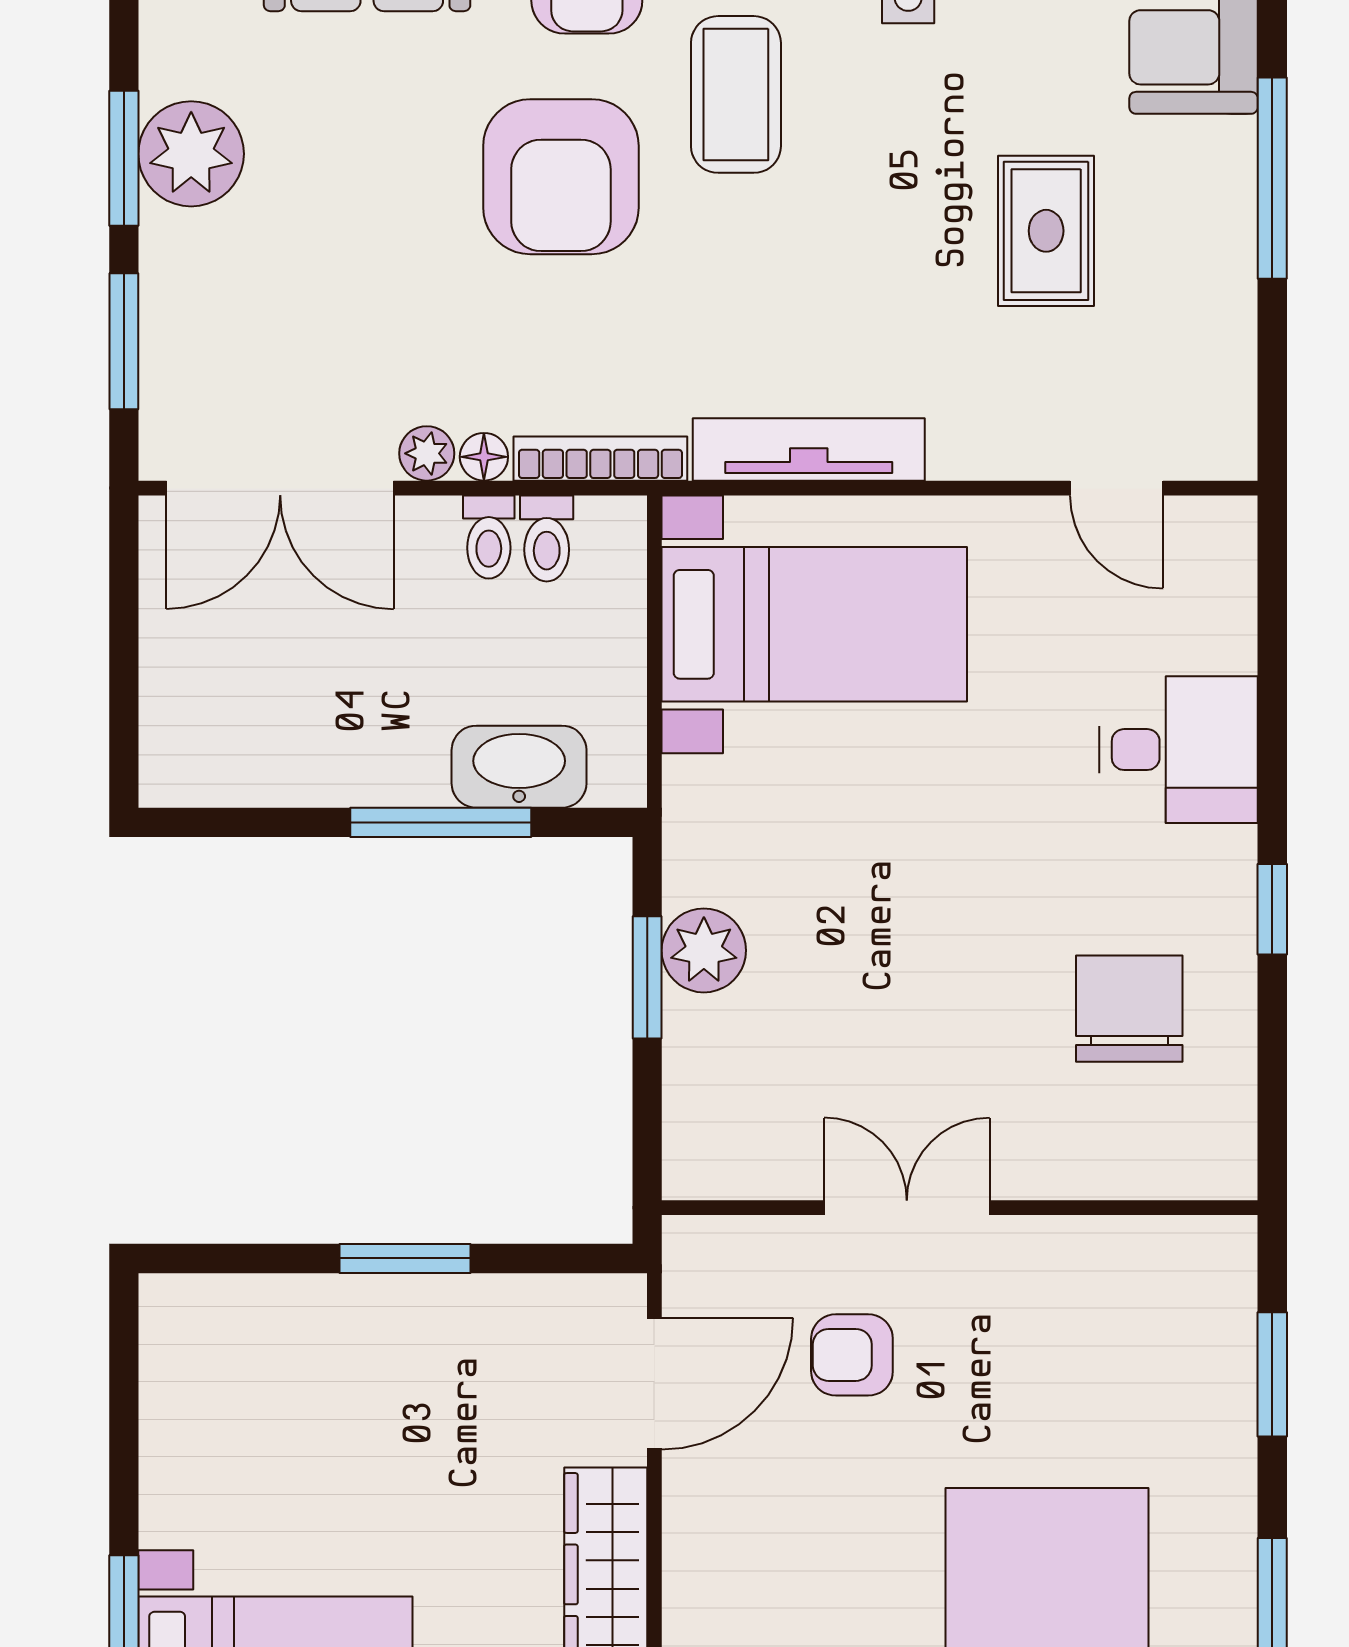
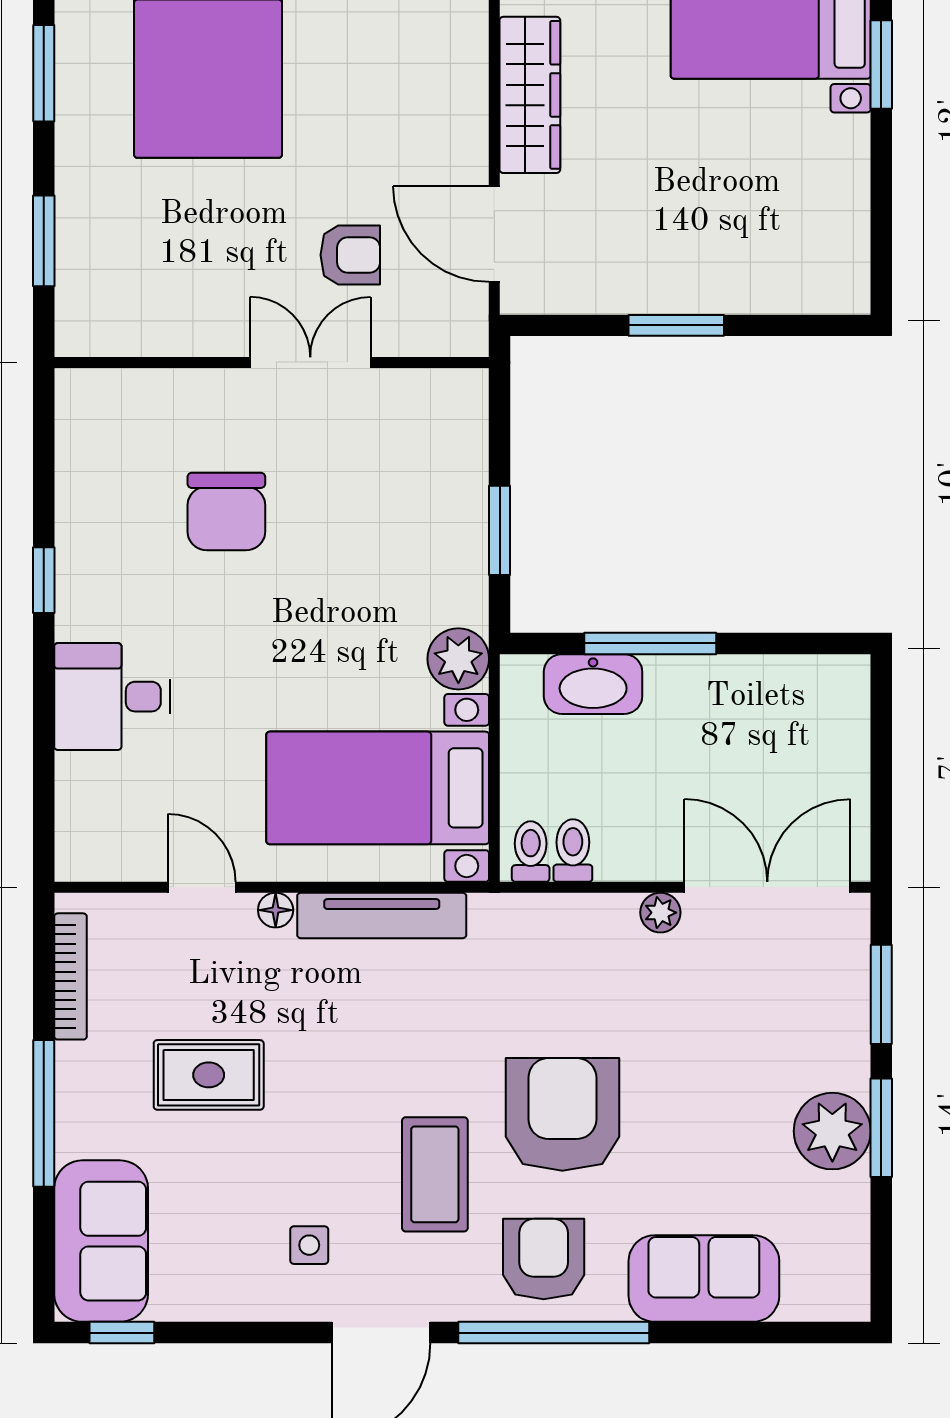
rug: (1046, 231) -> (209, 1075), turned 90
floor lamp: (484, 457) -> (276, 910), moved
bookcase: (600, 459) -> (70, 976), moved, turned -90
door: (1117, 488) -> (202, 887), moved
toilet: (489, 537) -> (531, 852), moved
plant: (704, 950) -> (458, 659), moved
chair: (1129, 1009) -> (226, 511), moved
double door: (907, 1208) -> (310, 362), swing flipped
door: (654, 1384) -> (494, 234), hinge flipped

